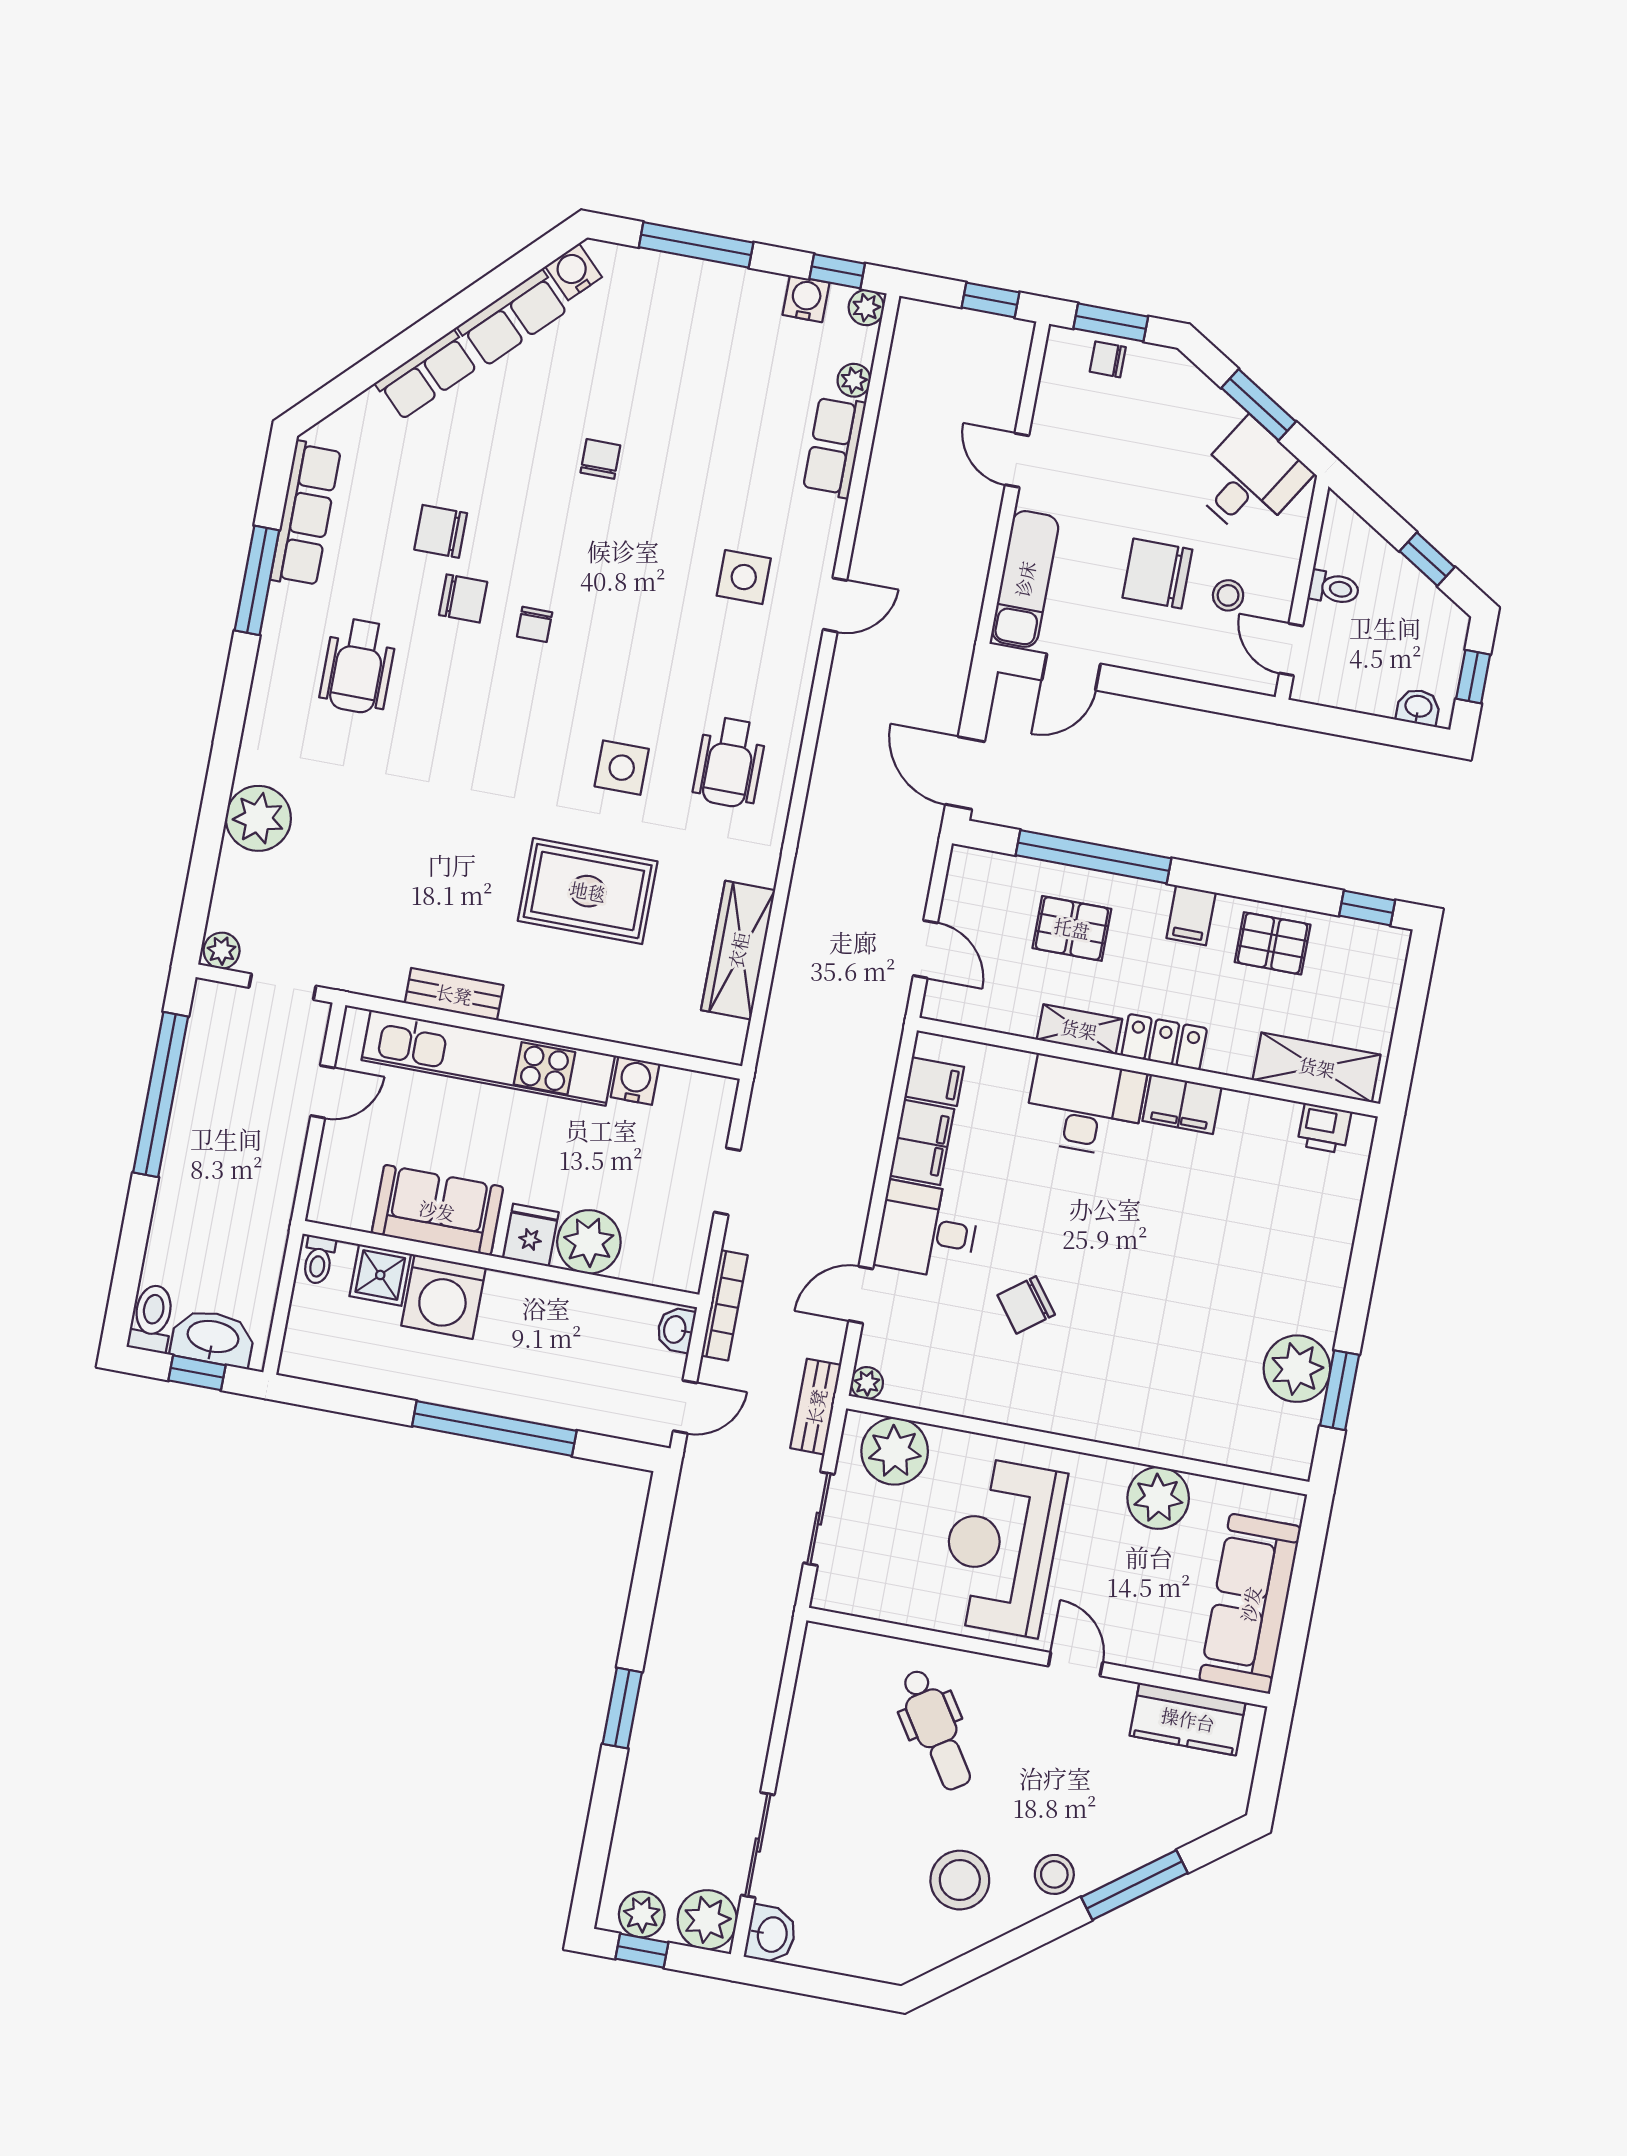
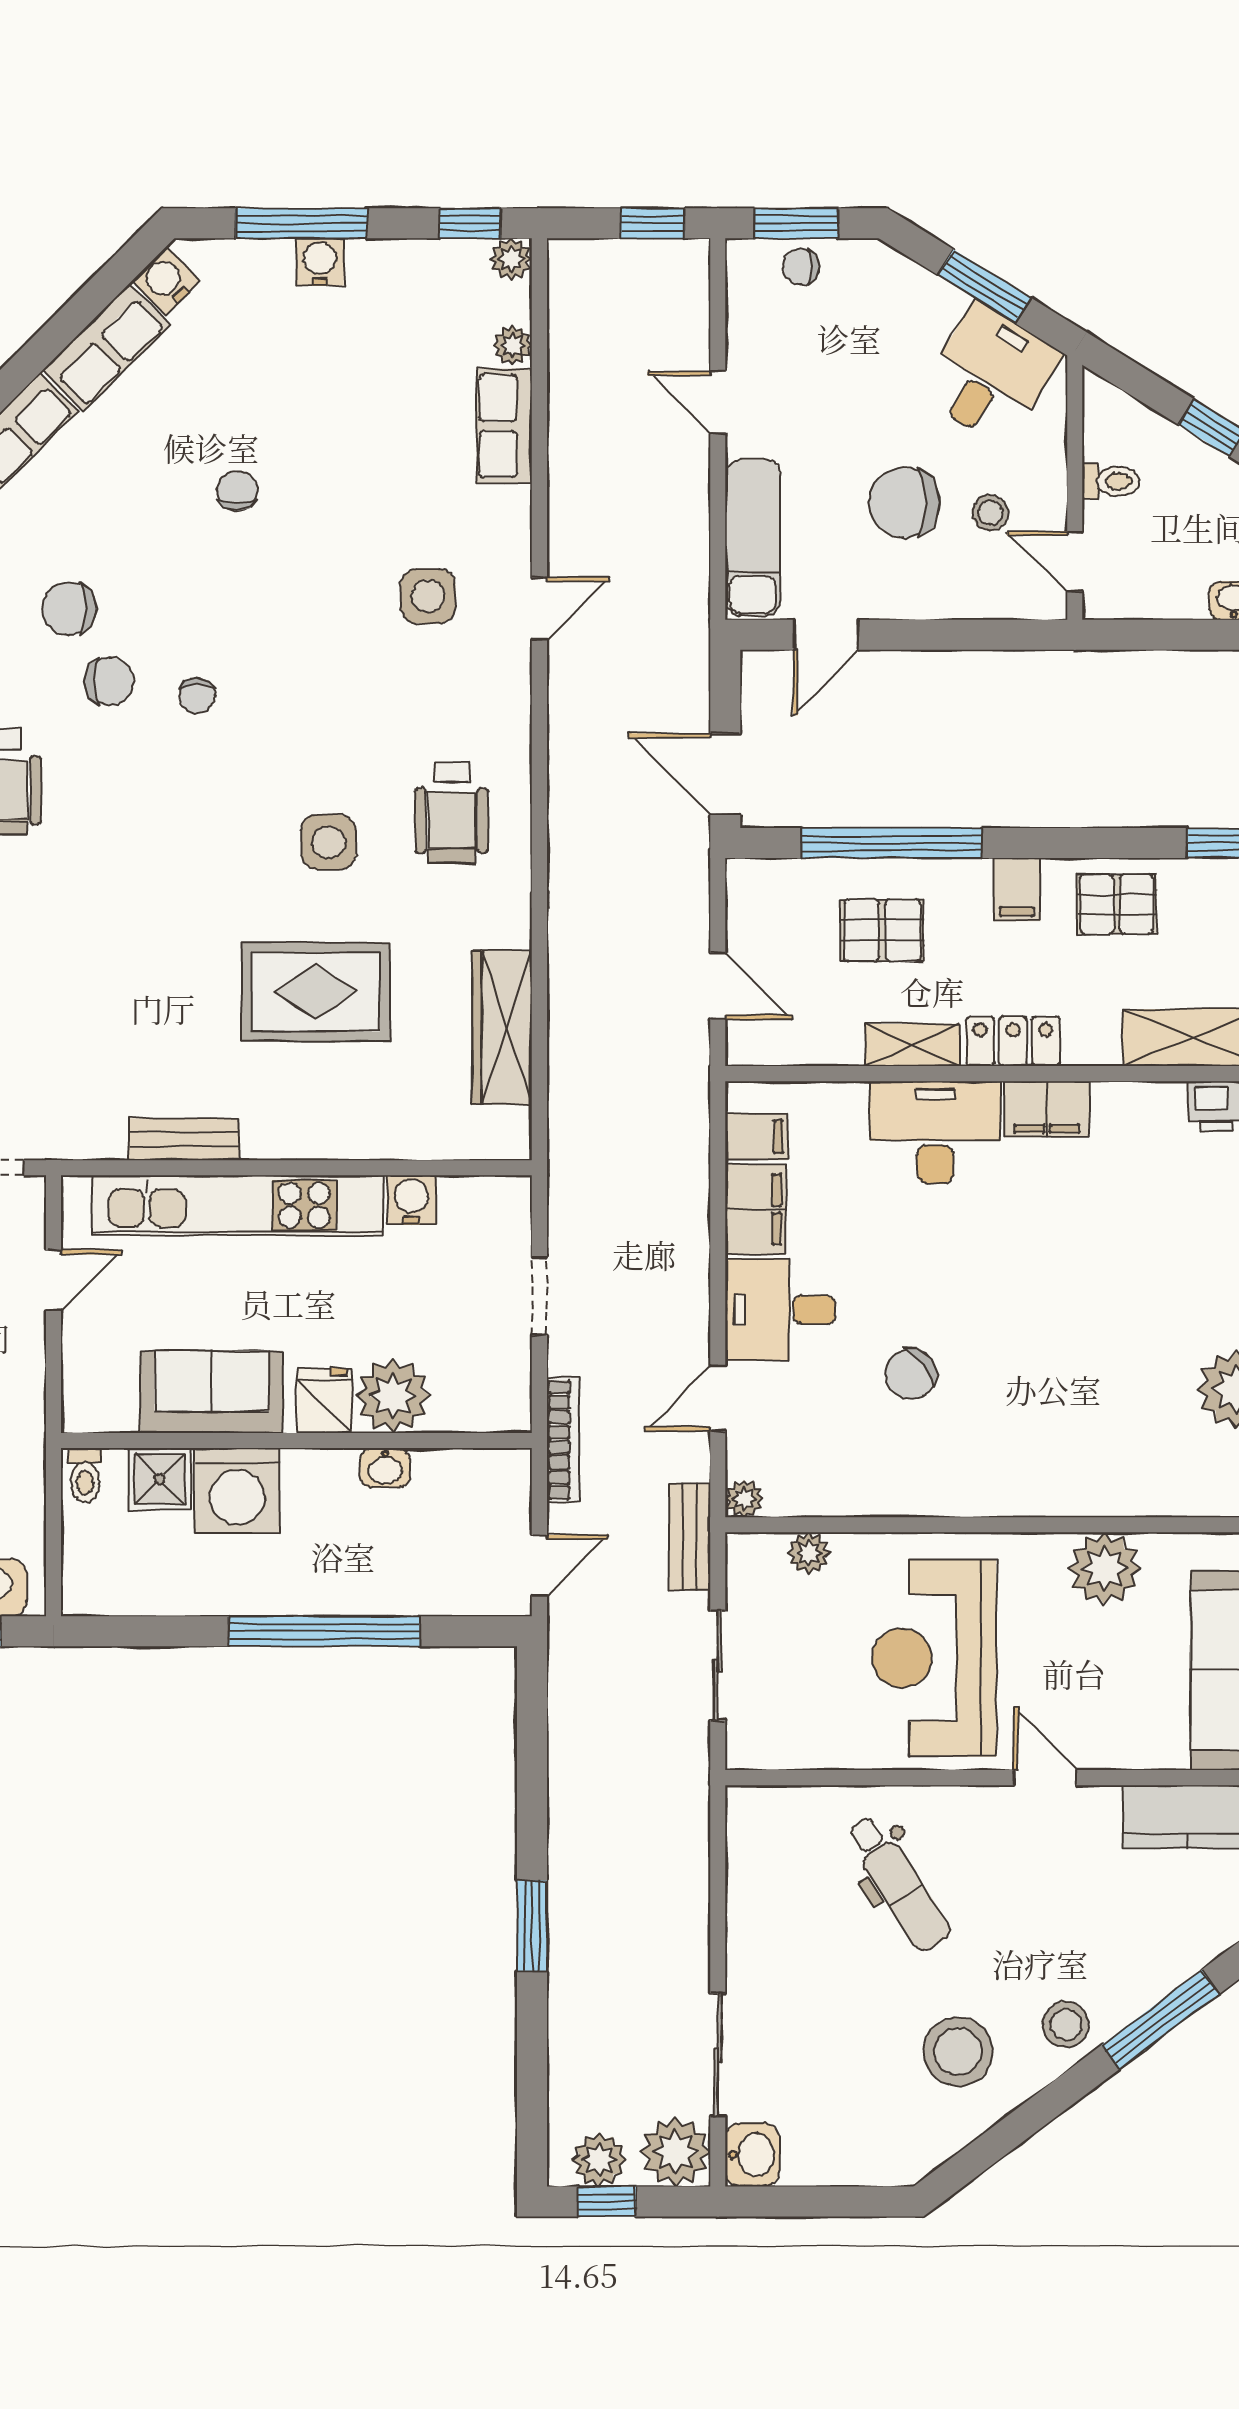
water cooler: (806, 299) -> (320, 262), moved
washbasin: (676, 1330) -> (385, 1468), moved, turned -90
plant: (895, 1451) -> (809, 1553), width x0.53, depth x0.53

